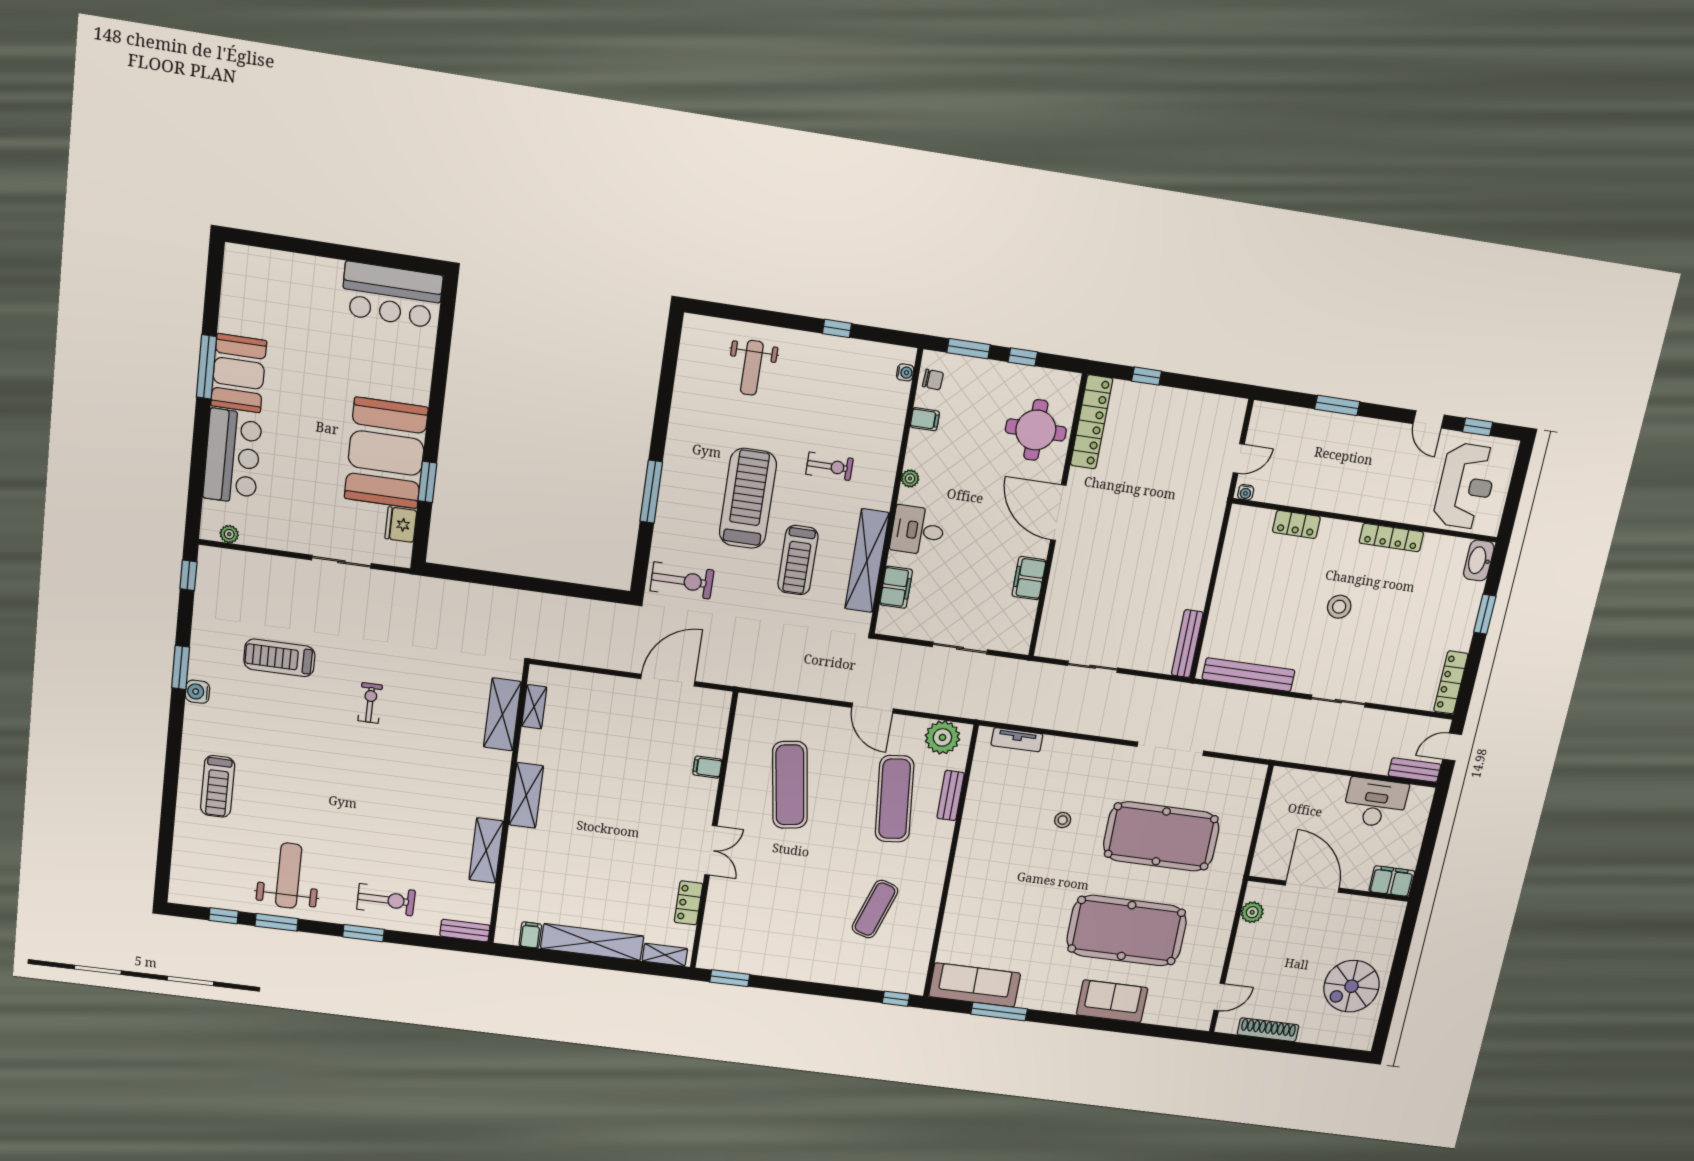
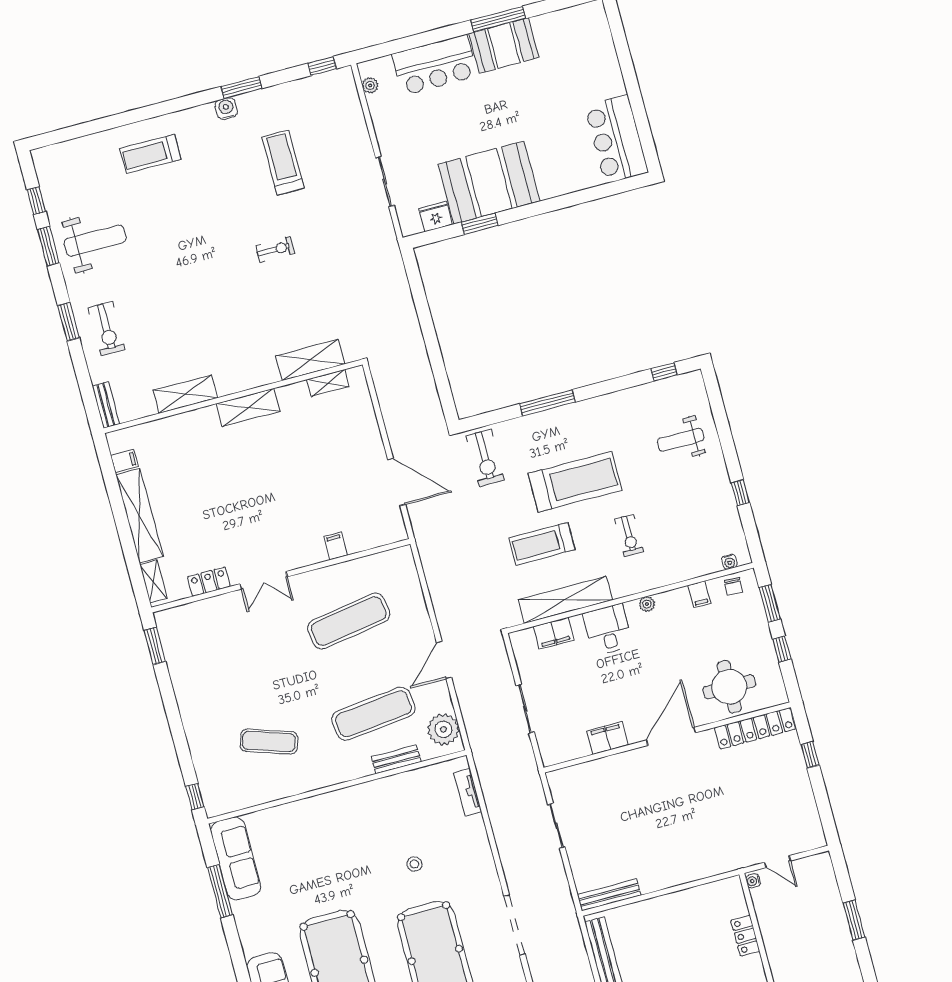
window: (671, 354) -> (664, 372), added

